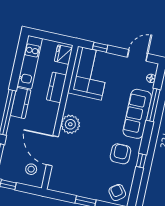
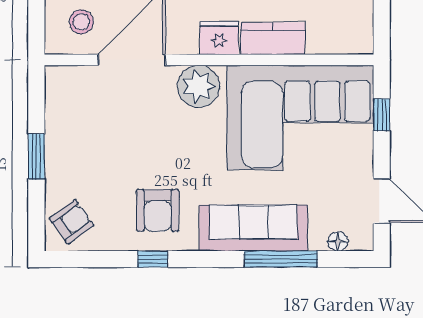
fridge: (63, 55) -> (219, 38), moved
corner sofa: (89, 73) -> (300, 118), width x1.36, depth x1.36
armchair: (120, 154) -> (158, 210), turned 90

